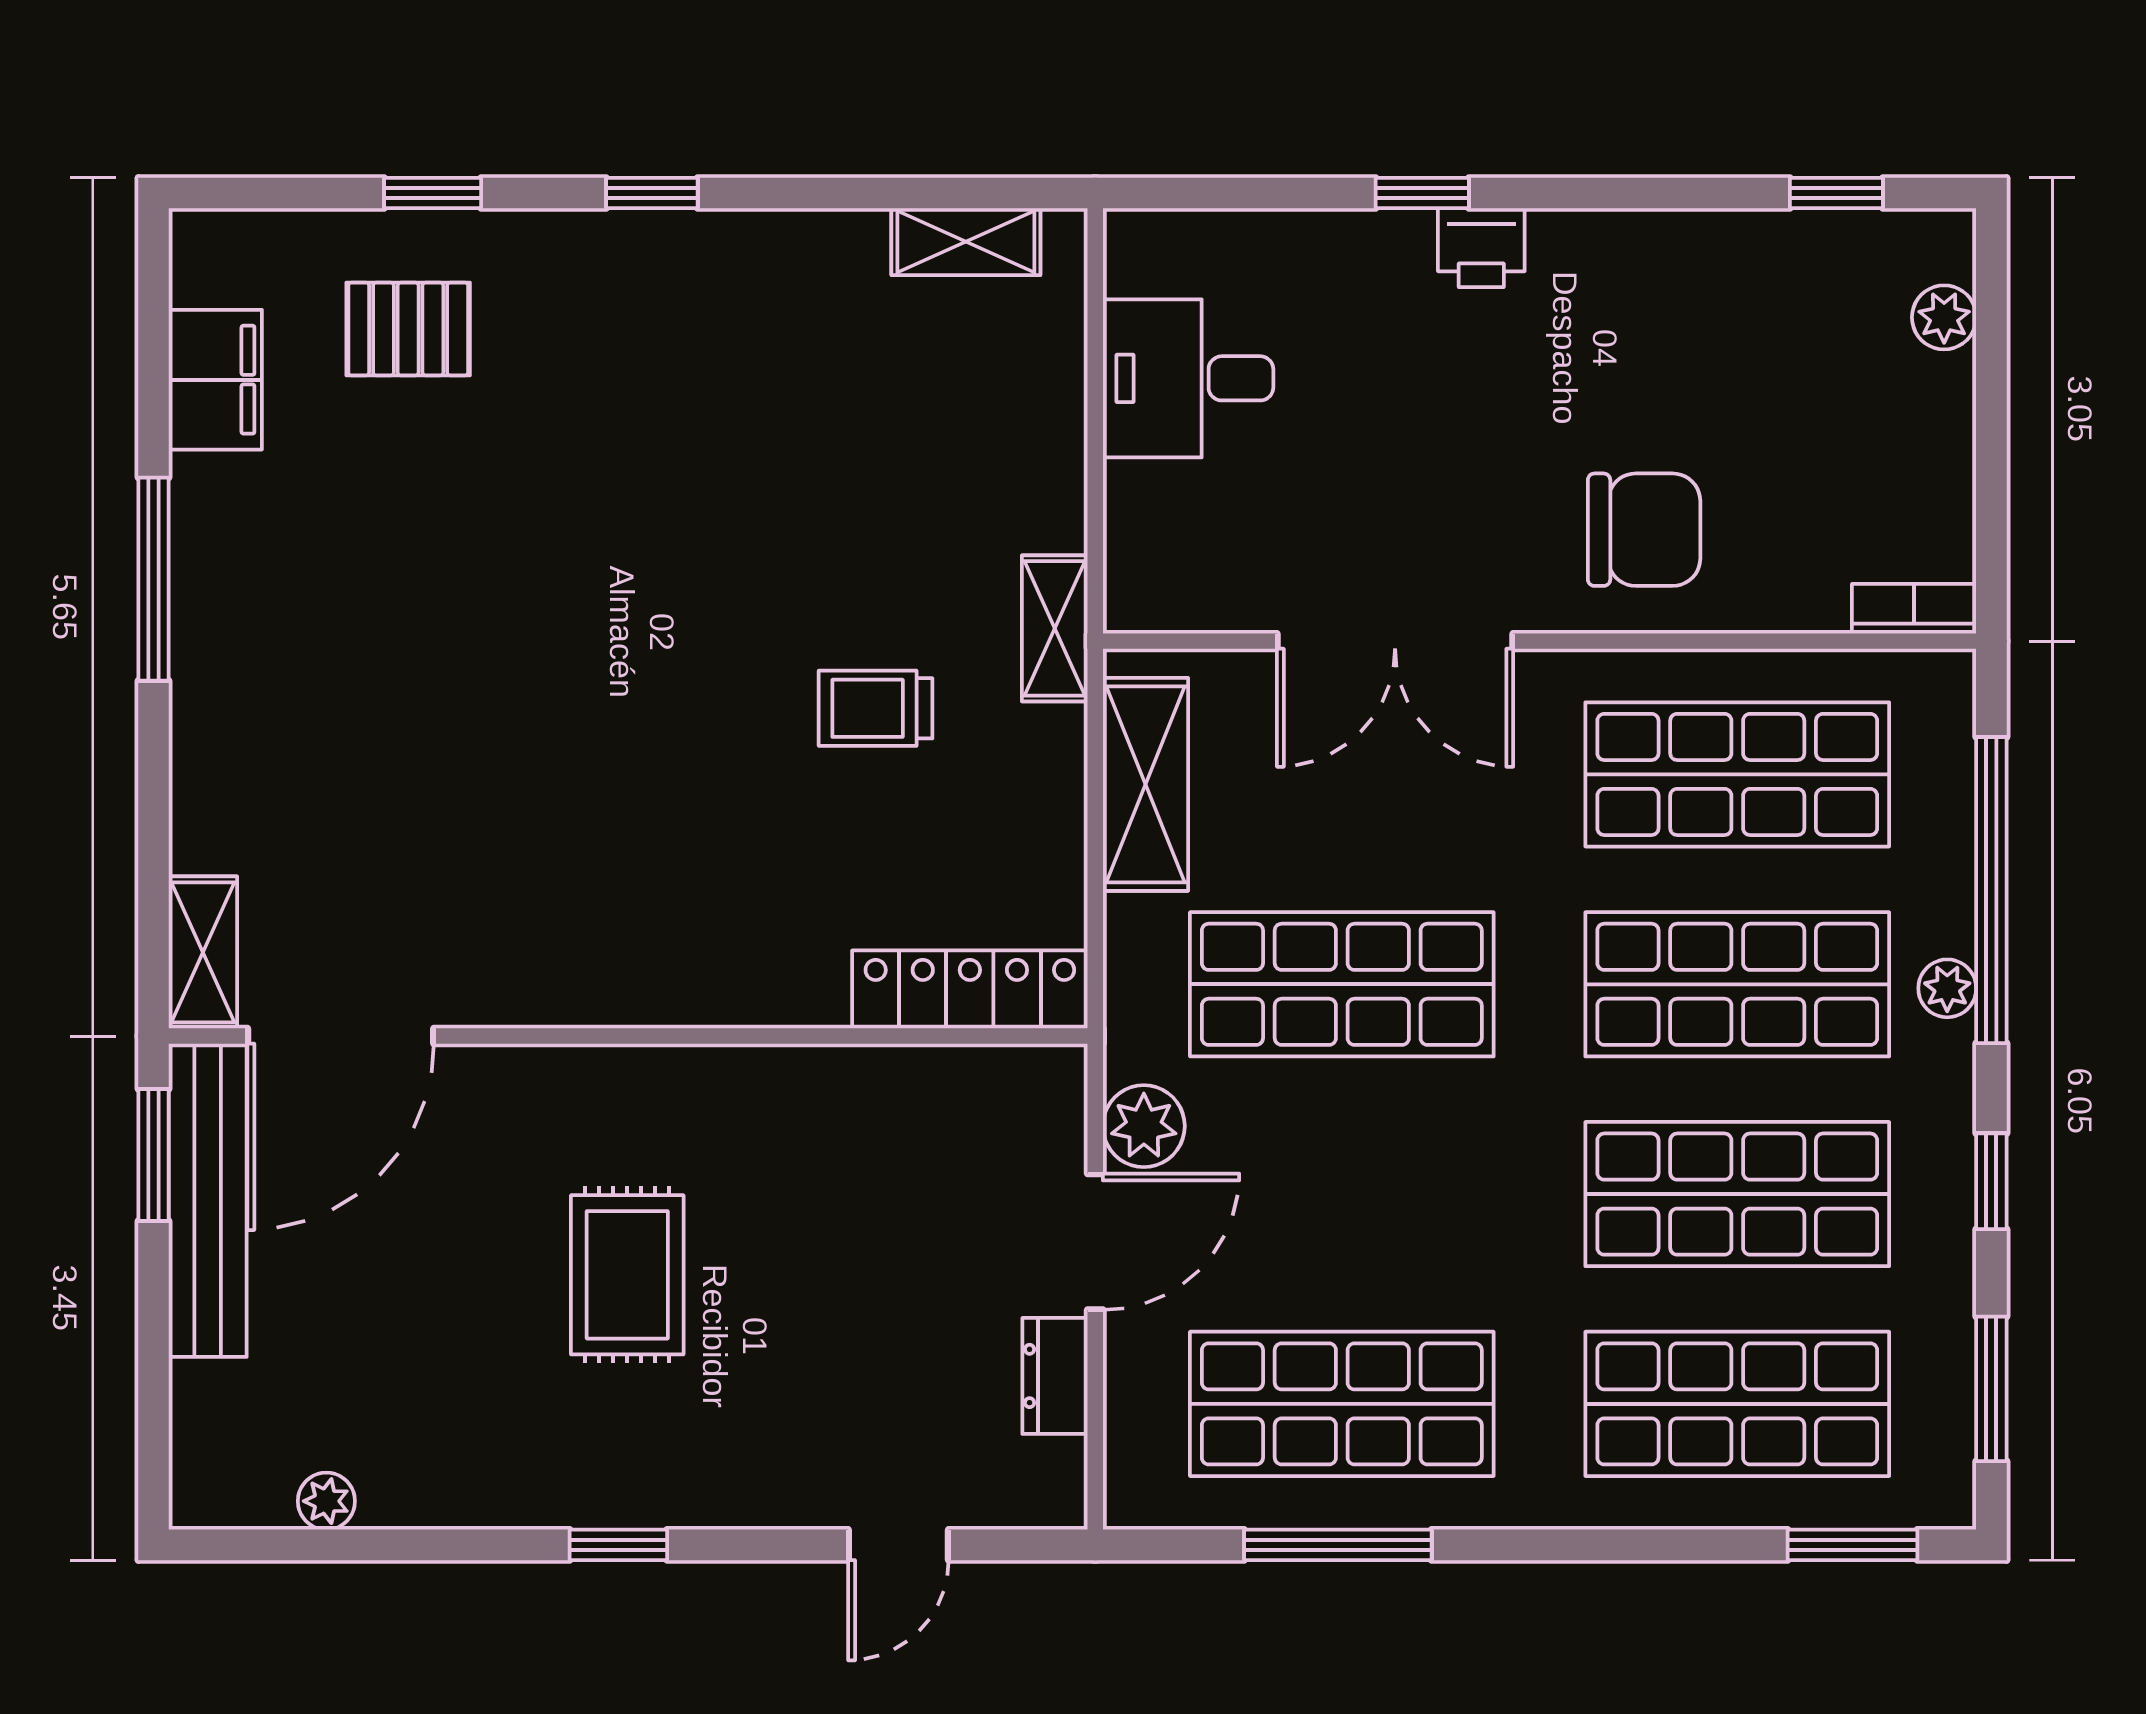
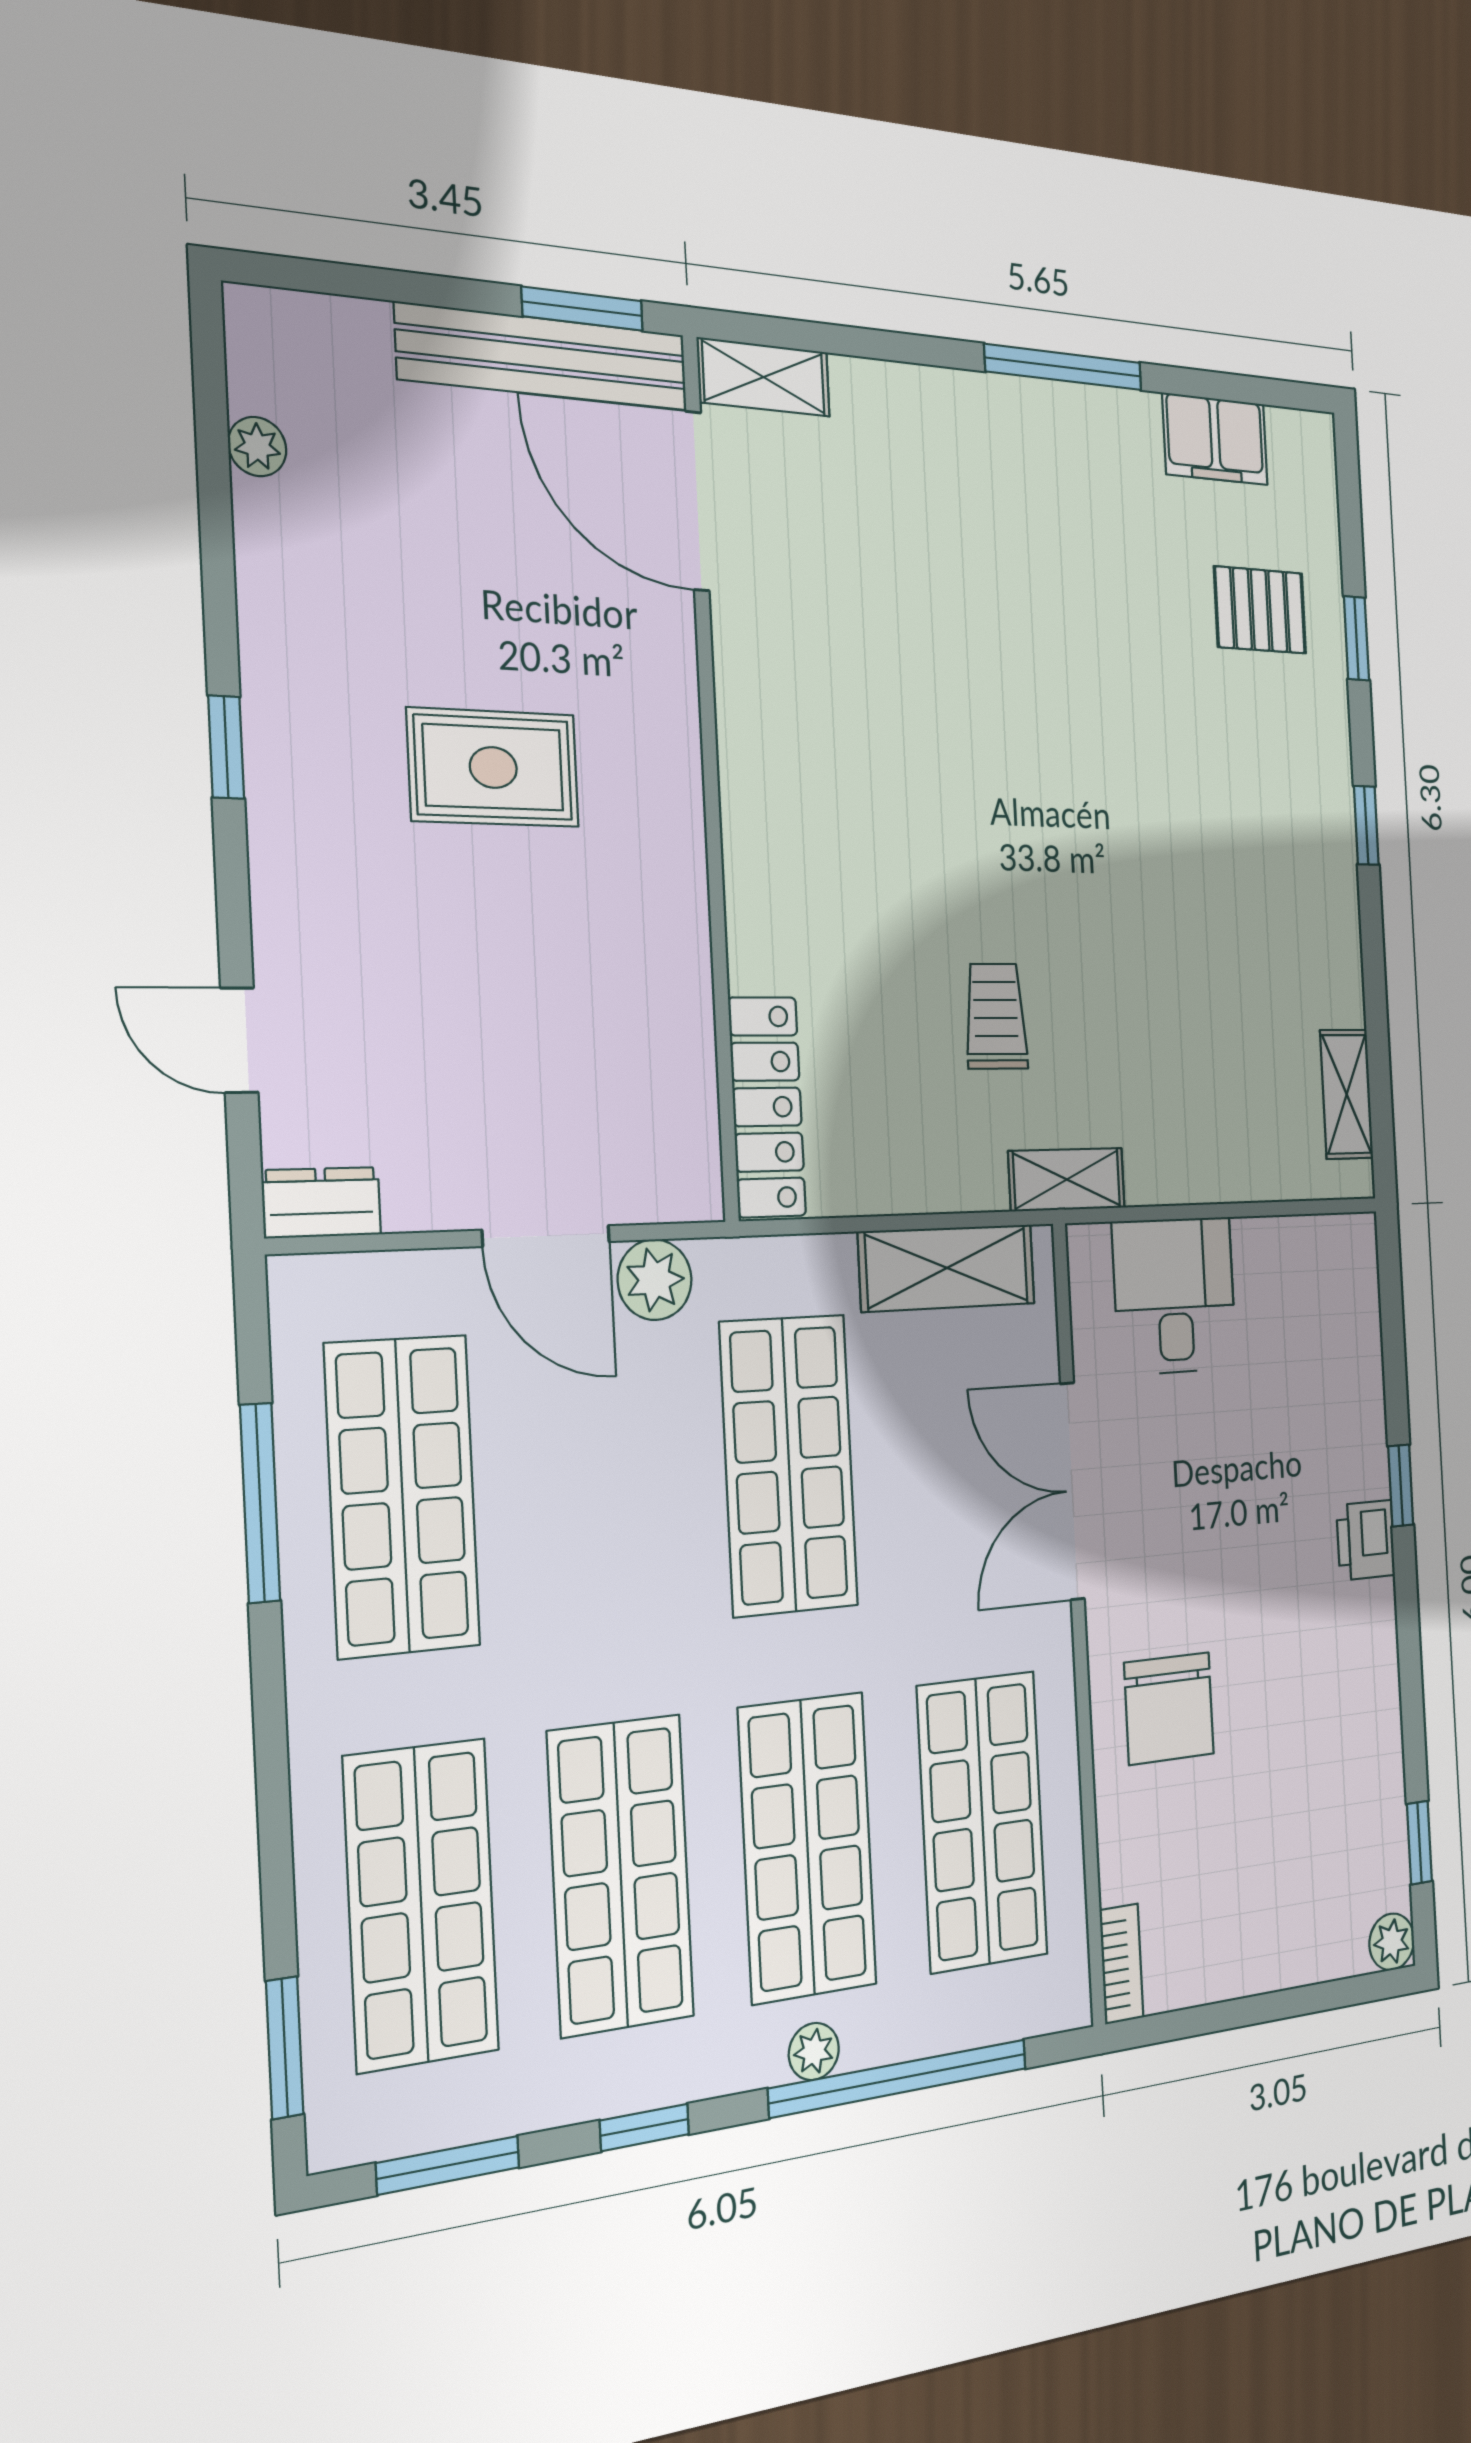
plant: (1944, 317) -> (1392, 1942), moved
pallet: (408, 329) -> (1260, 610), turned 90
desk: (1188, 378) -> (1175, 1296), moved
dresser: (1055, 1376) -> (321, 1202), moved

